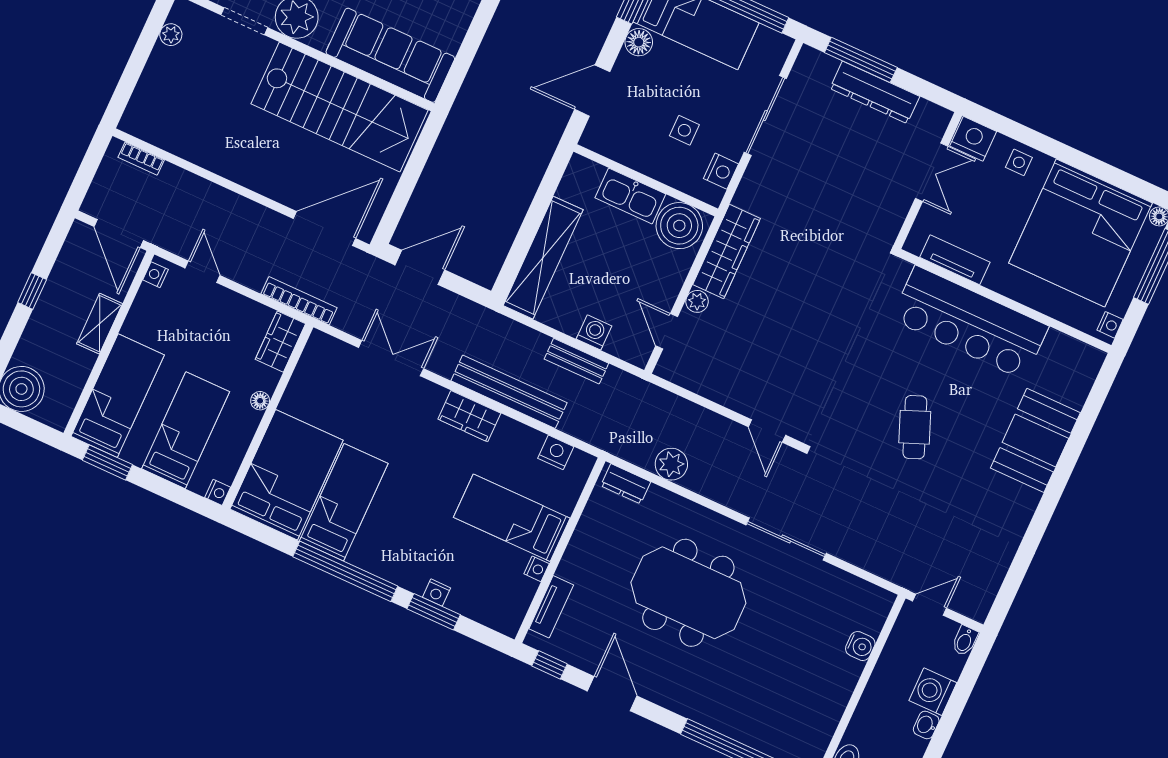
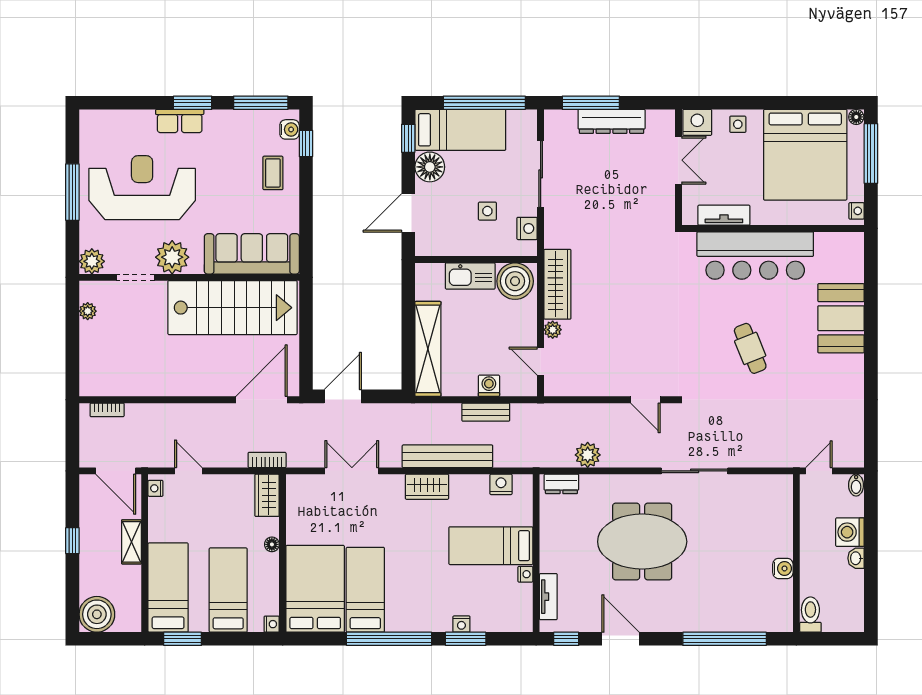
floor lamp: (639, 42) -> (430, 167), width x1.38, depth x1.38
bookcase: (299, 301) -> (267, 460), width x0.64
water cooler: (860, 646) -> (783, 568), moved

